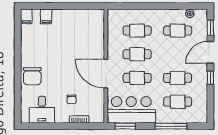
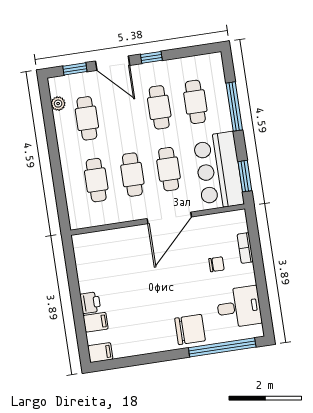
printer: (59, 15) -> (90, 303), added
window: (18, 95) -> (222, 347), added

